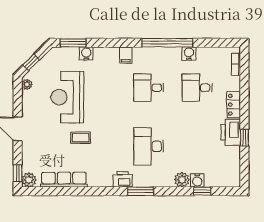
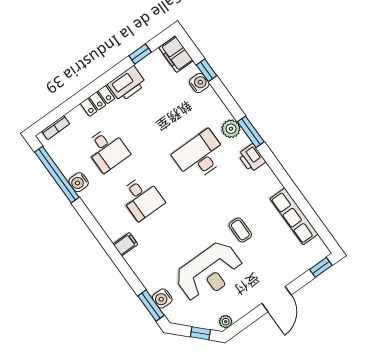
window: (167, 43) -> (57, 175), moved
water cooler: (86, 54) -> (162, 298), moved
window: (244, 138) -> (140, 54), moved
desk: (149, 146) -> (200, 156), turned 180
filing cabinet: (227, 179) -> (176, 54), added
plant: (29, 180) -> (319, 251), removed
plant: (182, 180) -> (231, 129), moved

